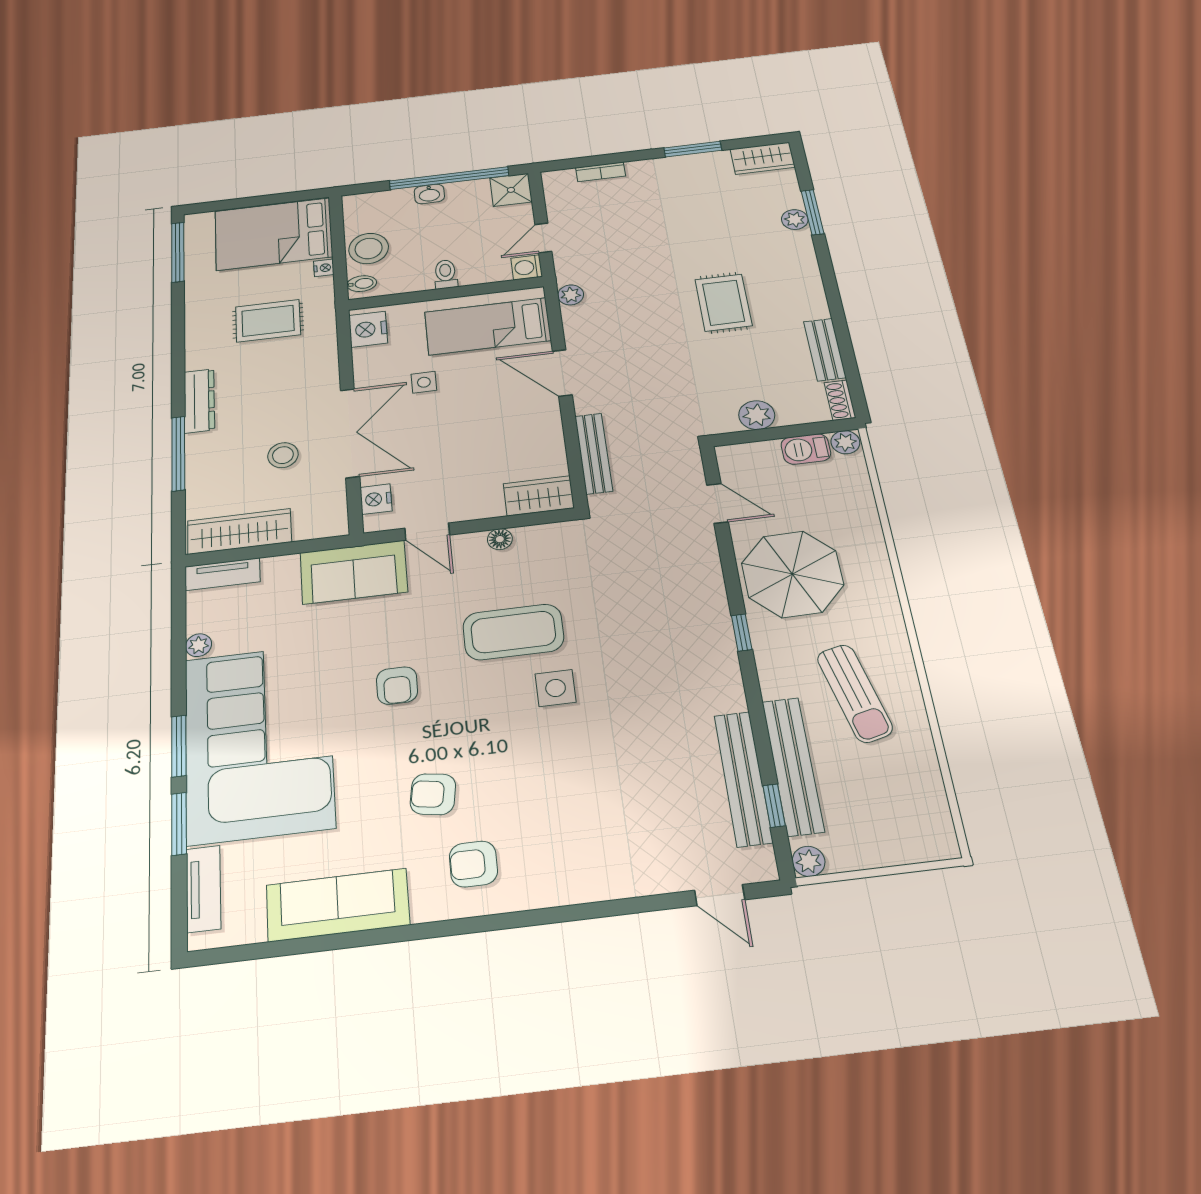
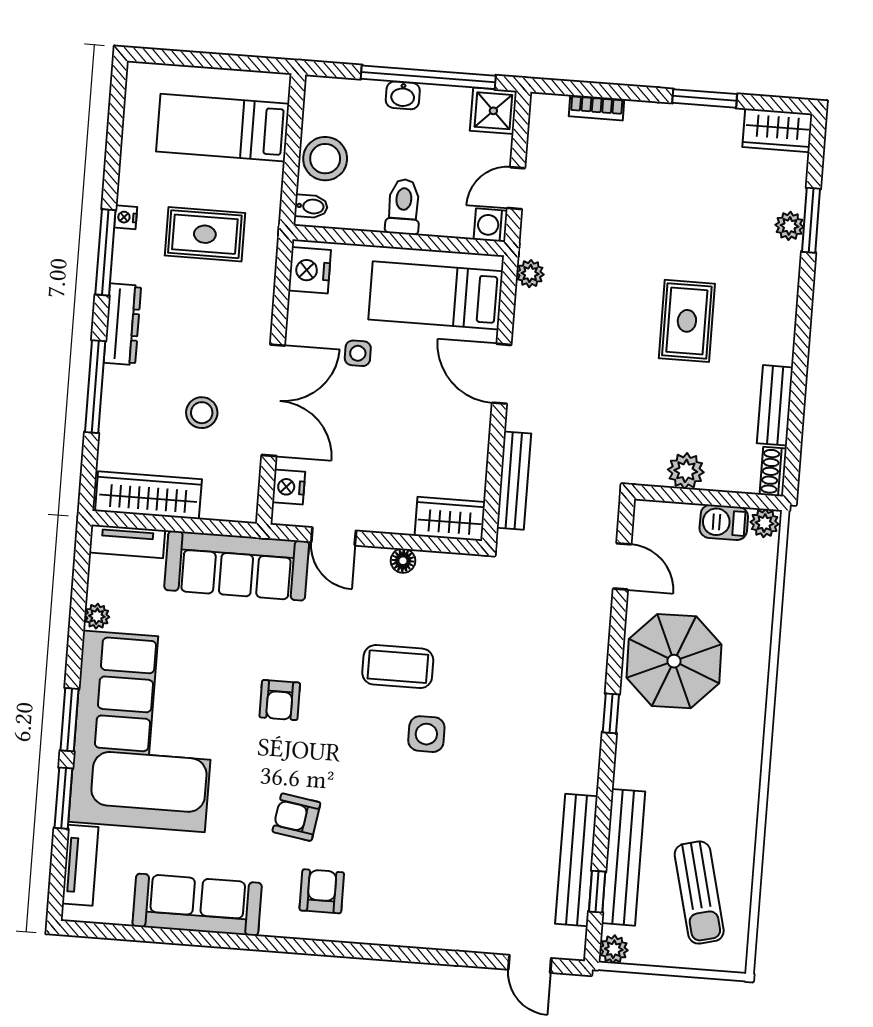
bed: (273, 234) -> (223, 128), width x0.67
window: (178, 252) -> (105, 252), moved
nightstand: (324, 268) -> (126, 217), moved, turned 180
toilet: (446, 274) -> (403, 207), width x1.37, depth x1.39
sofa: (354, 572) -> (237, 566), width x1.36
coffee table: (513, 632) -> (398, 667), width x0.73, depth x0.76
sun lounger: (855, 693) -> (699, 893), moved
armchair: (473, 864) -> (322, 891), turned 90

